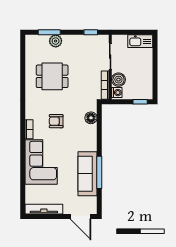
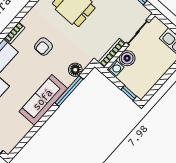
armchair: (56, 121) -> (43, 46), turned -90
window: (99, 172) -> (69, 91), moved
sofa: (88, 174) -> (43, 100), moved

